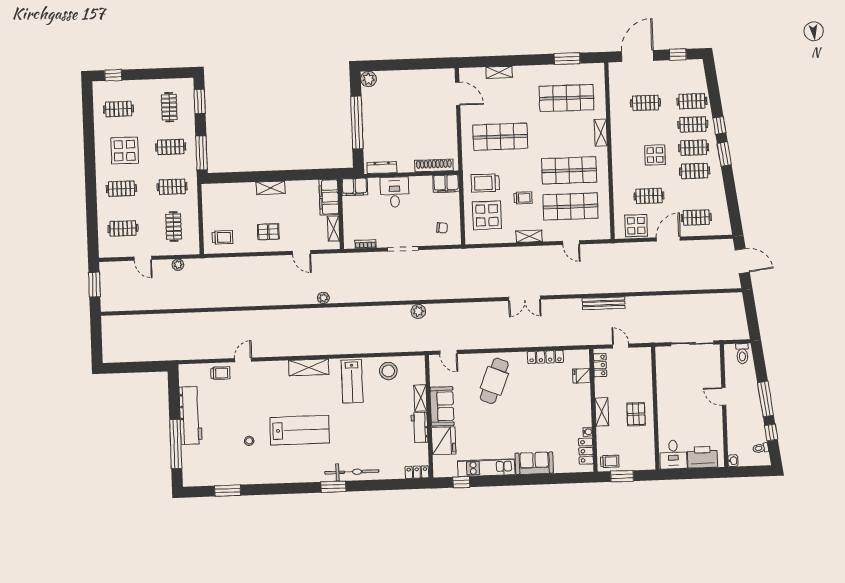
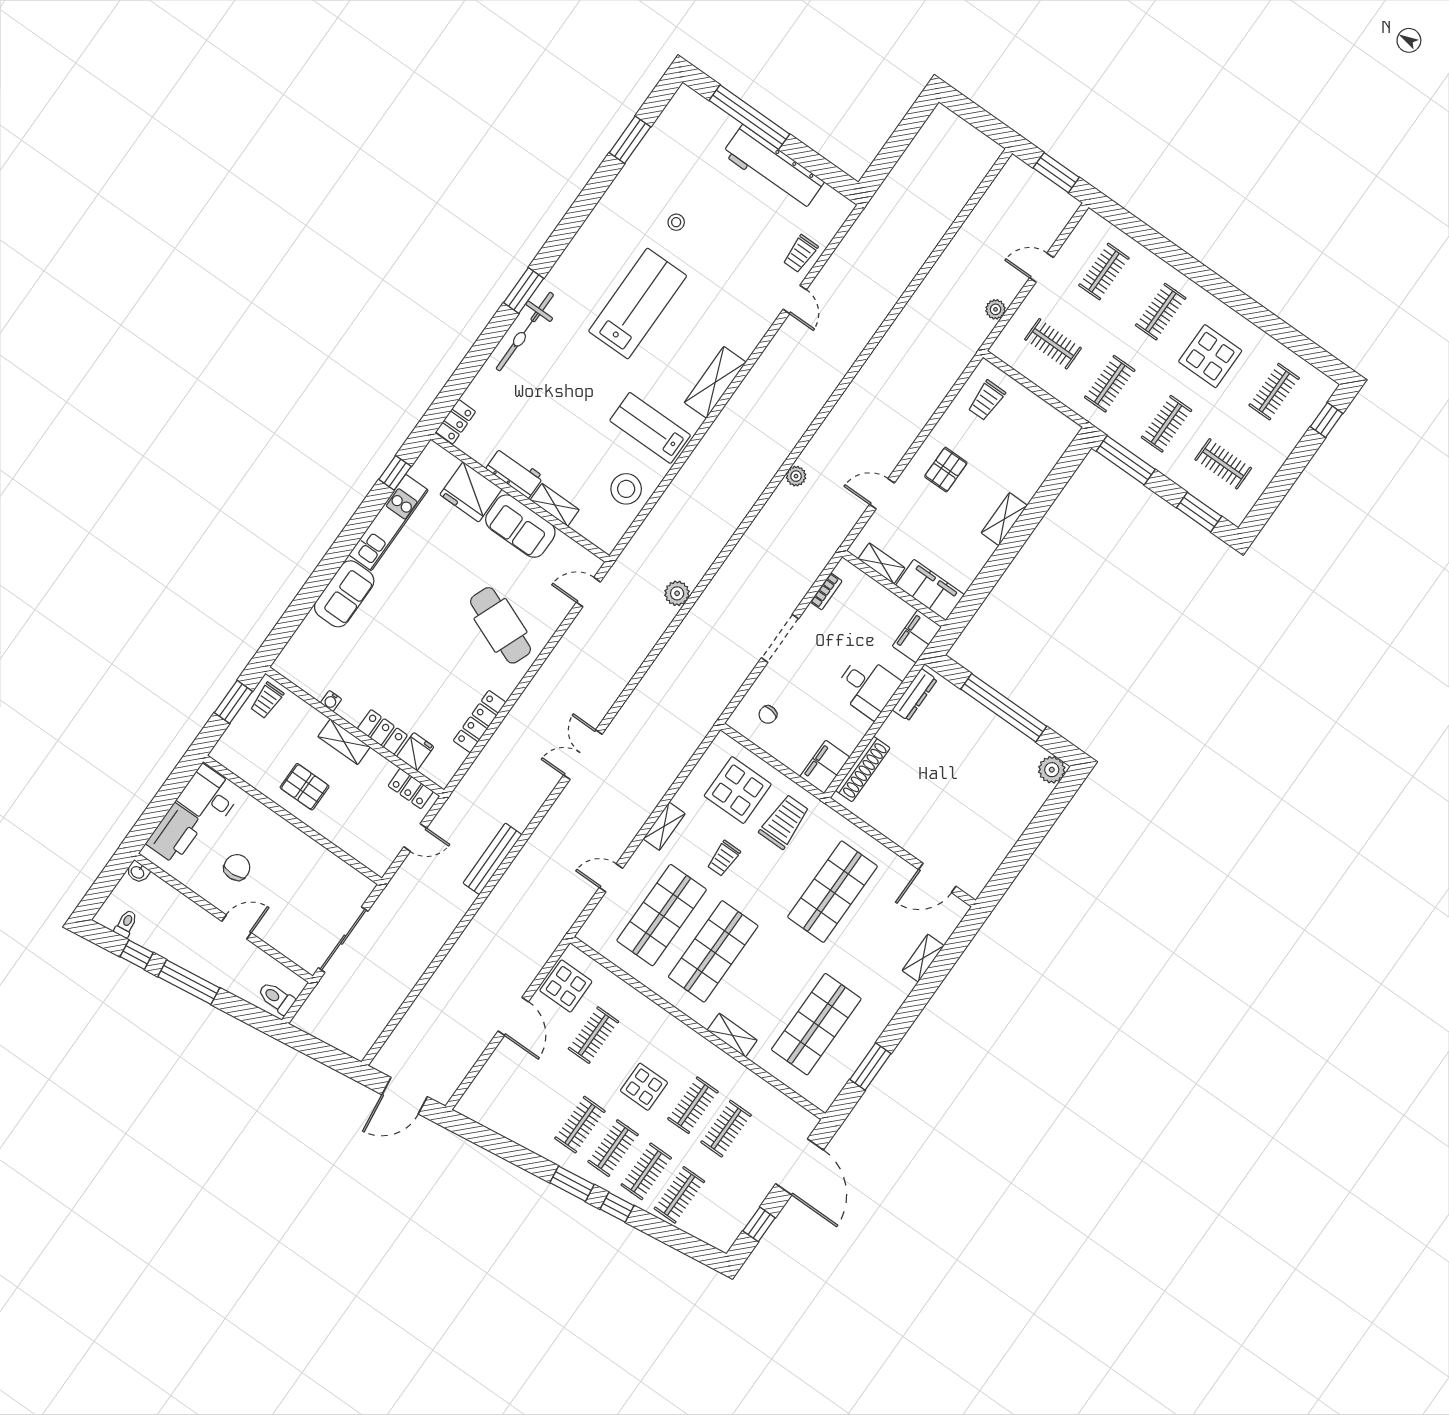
clothes rail: (696, 218) -> (693, 1105), moved
chair: (696, 417) -> (237, 867), added
lab bench: (300, 430) -> (638, 304), turned 180
locker: (586, 451) -> (382, 732), moved

